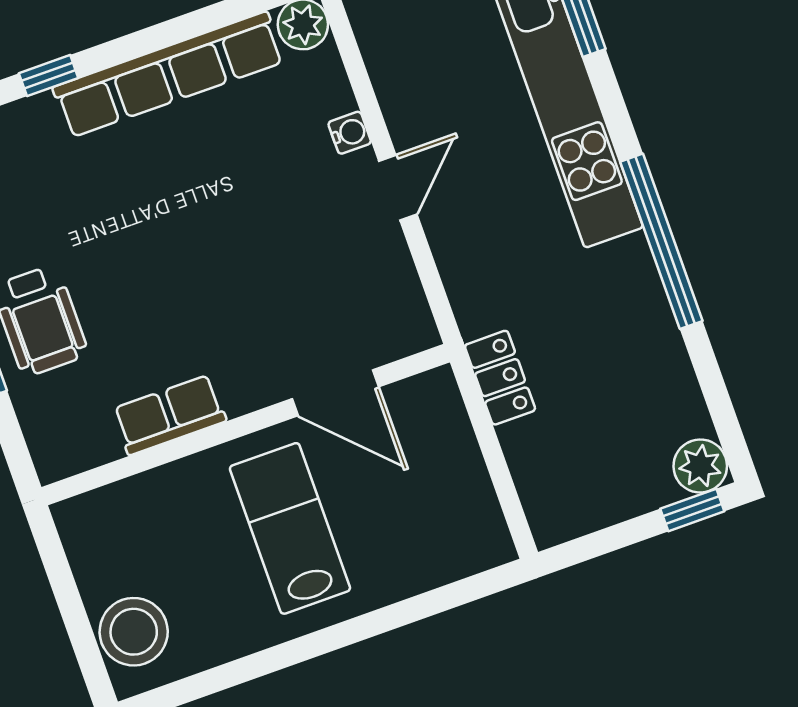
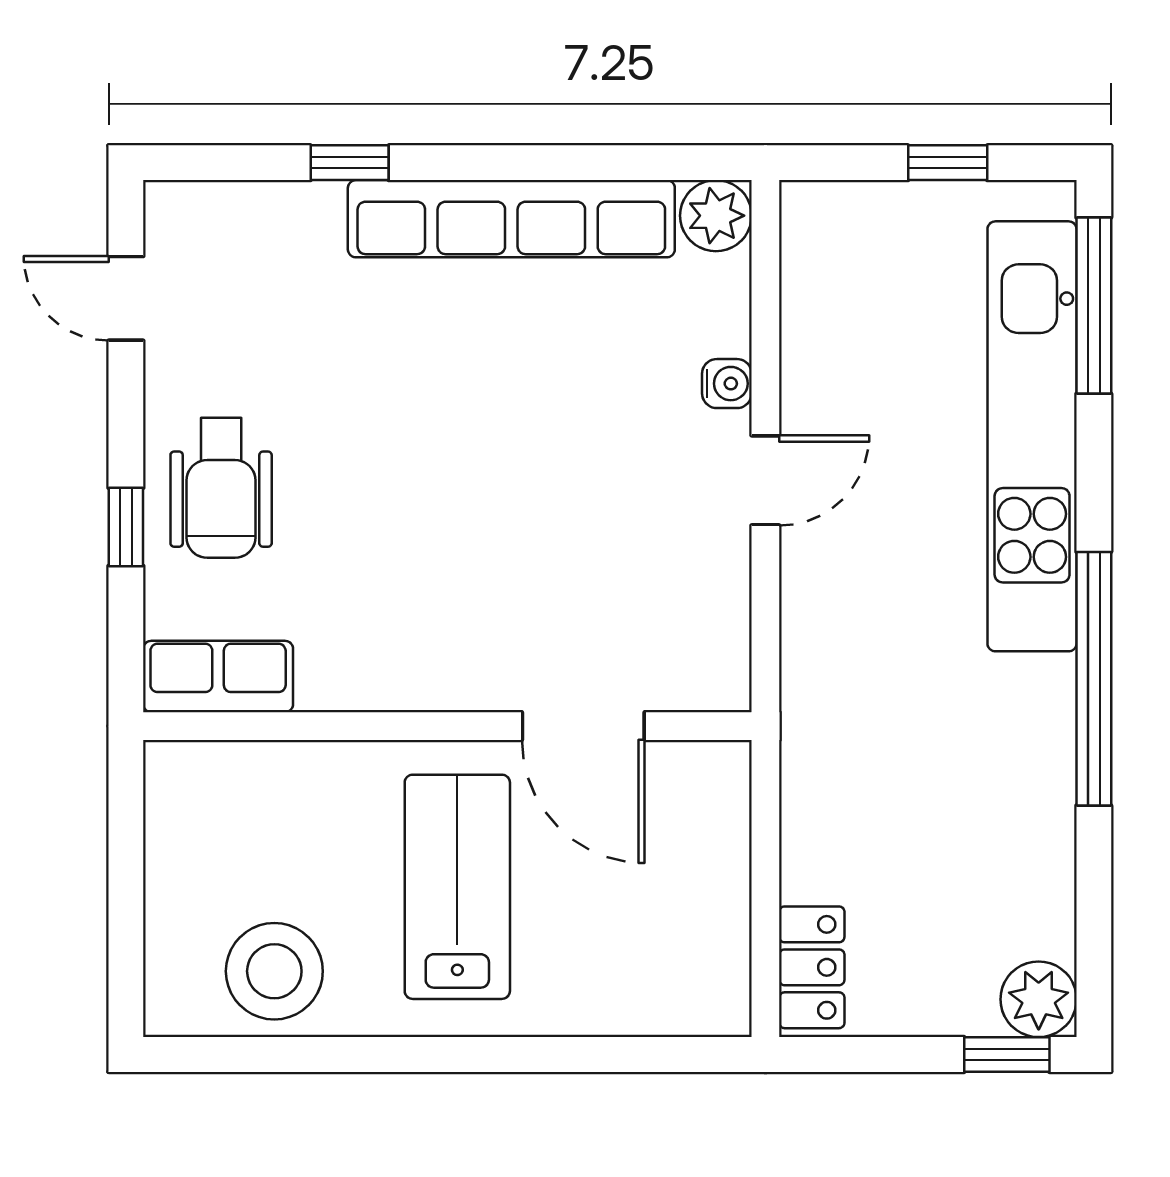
locker: (500, 378) -> (812, 967), moved
row of seats: (169, 415) -> (218, 676), moved
stool: (134, 632) -> (274, 971), moved

